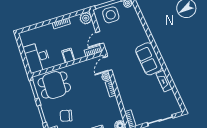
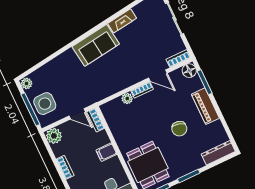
door: (108, 64) -> (158, 76), moved
chair: (66, 116) -> (179, 129), moved

